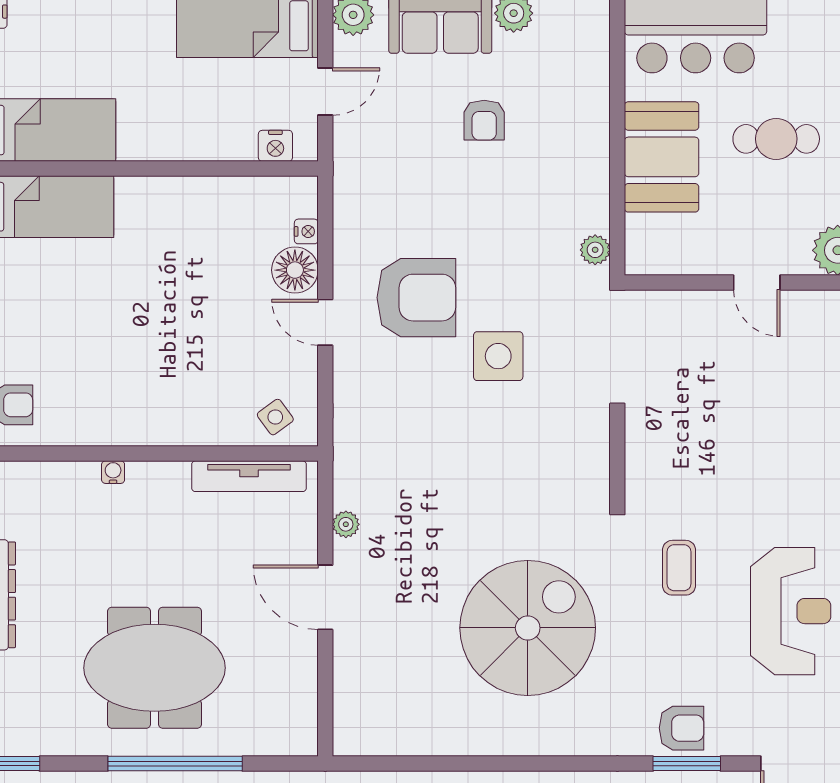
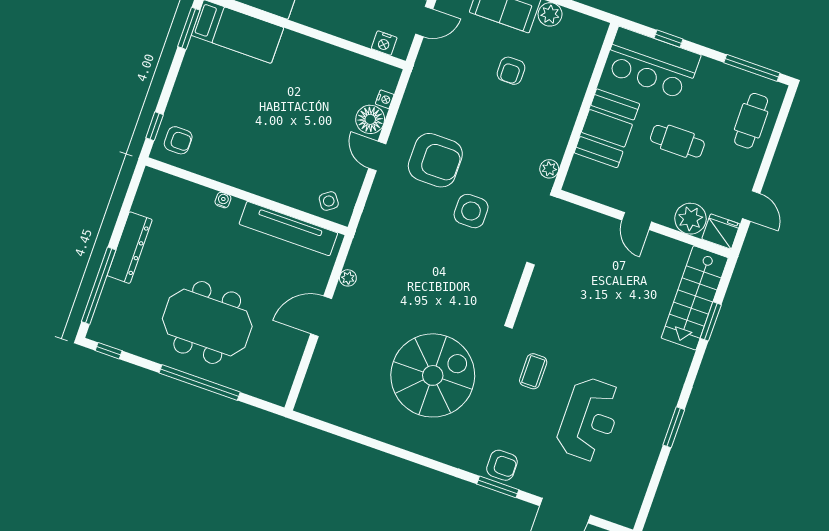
tv unit: (249, 476) -> (288, 229), width x1.36, depth x1.29
door: (325, 597) -> (321, 316), hinge flipped

